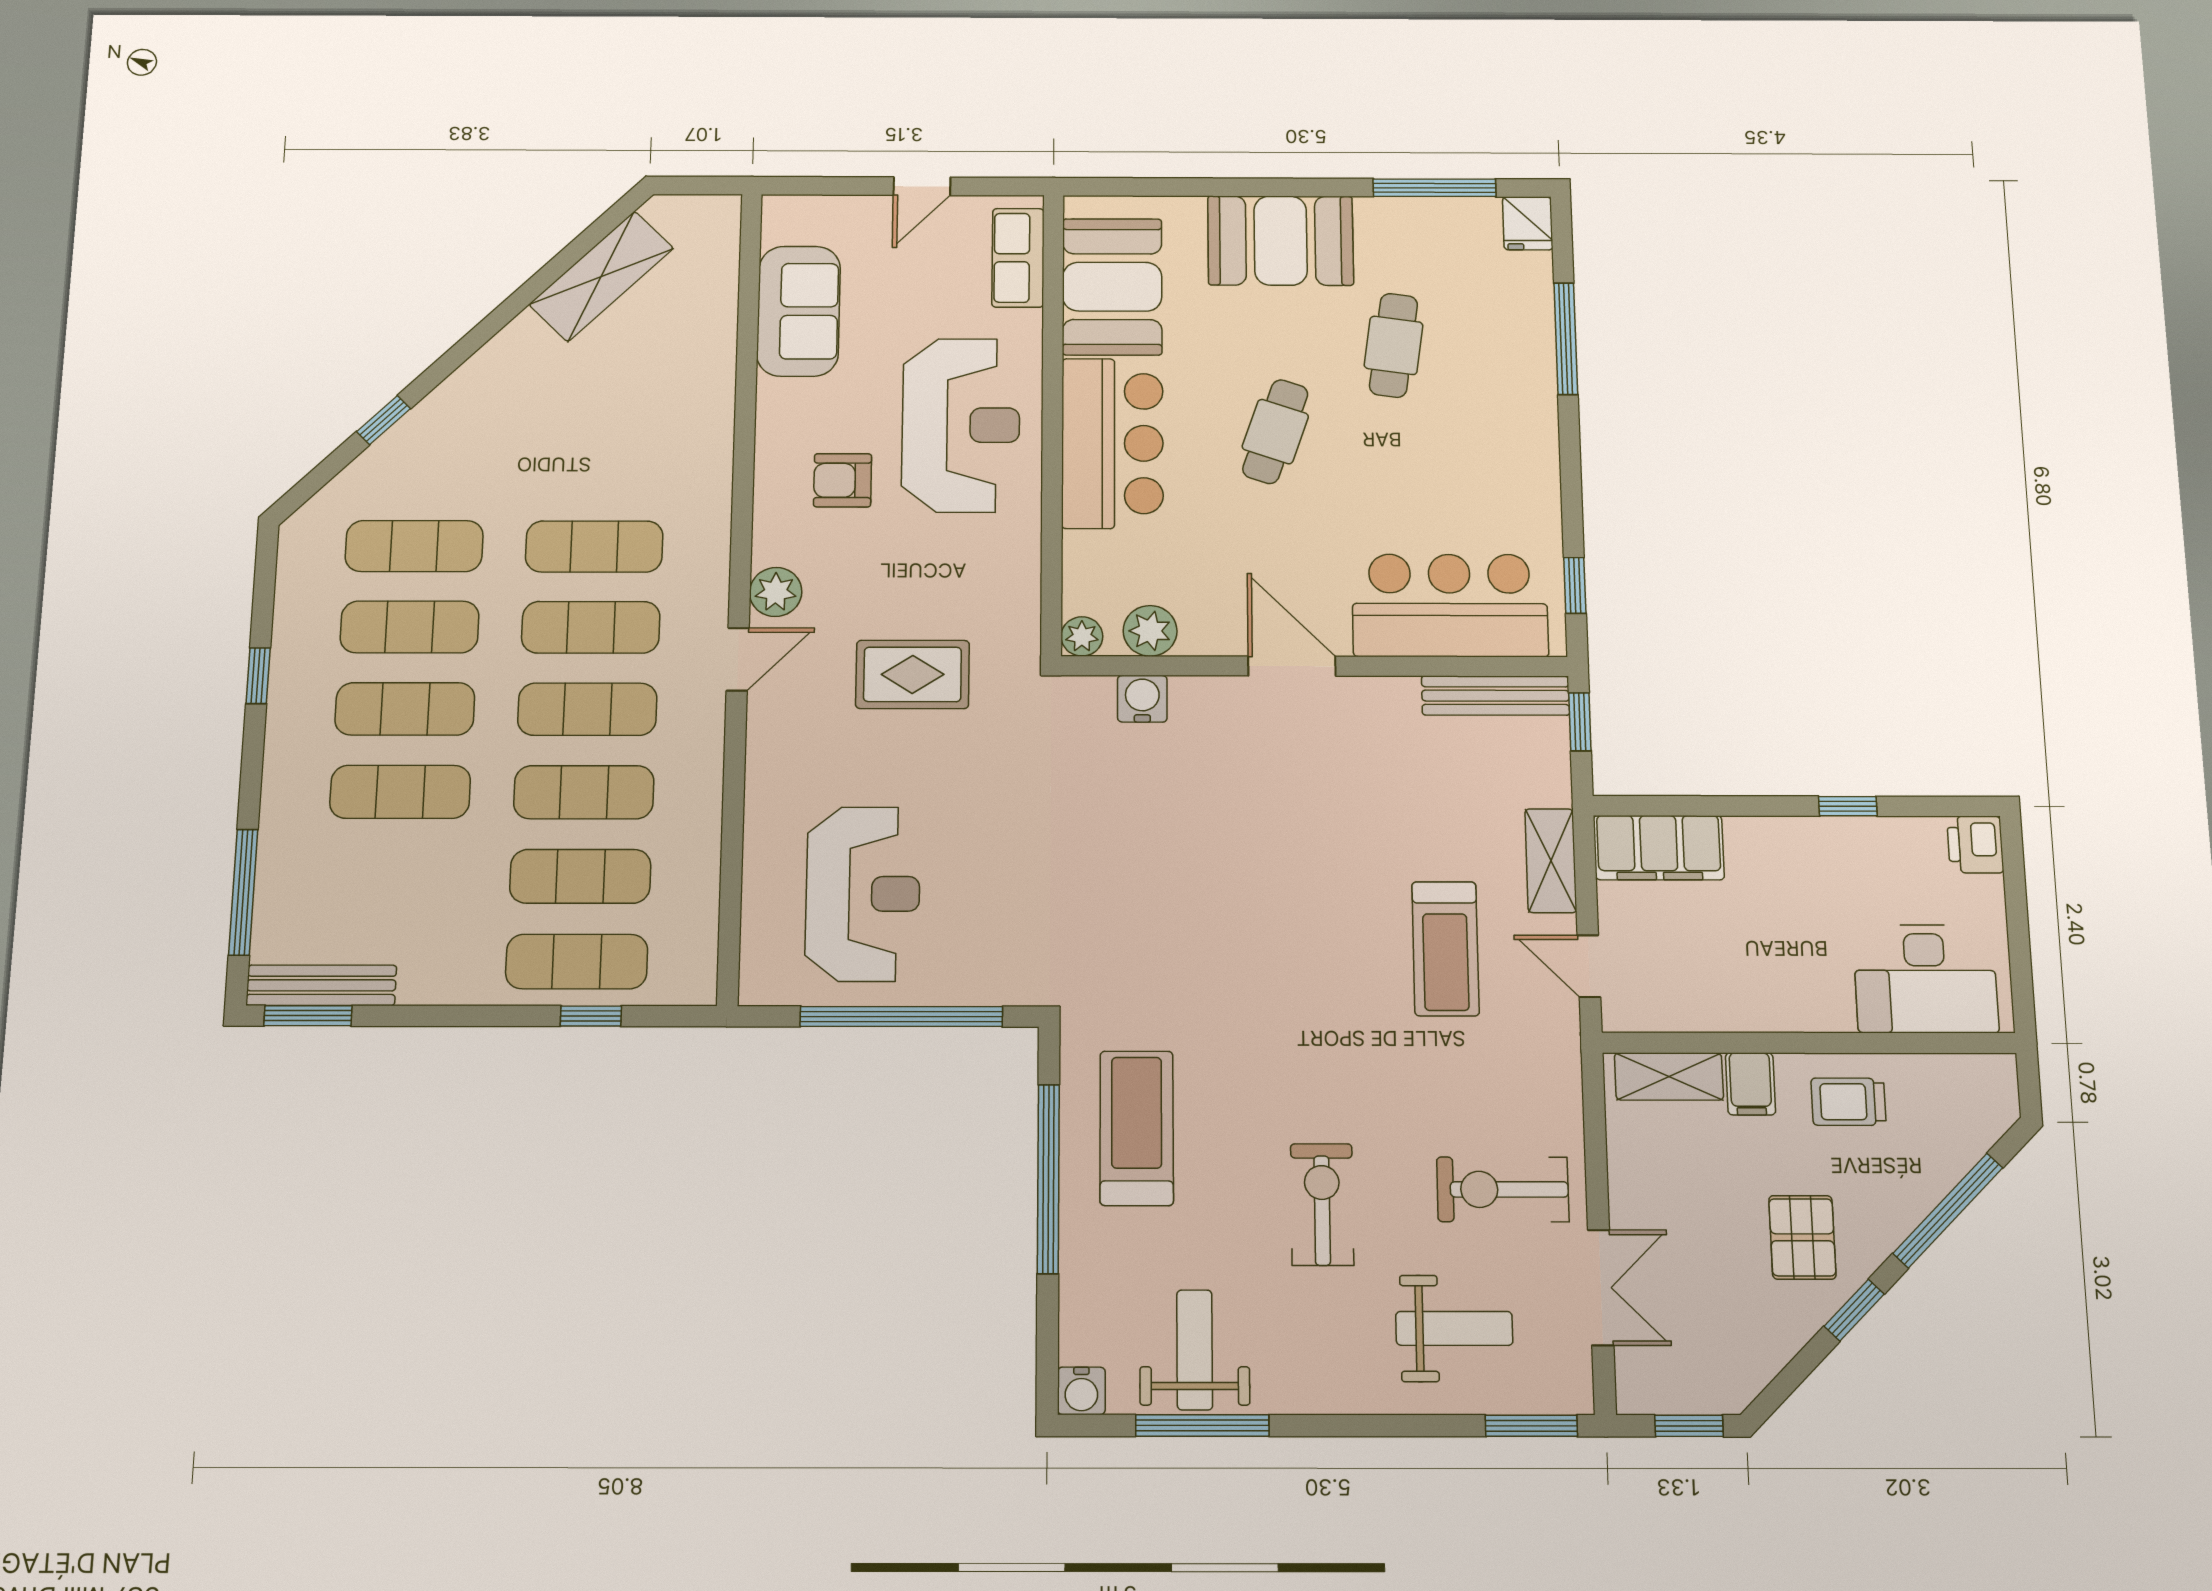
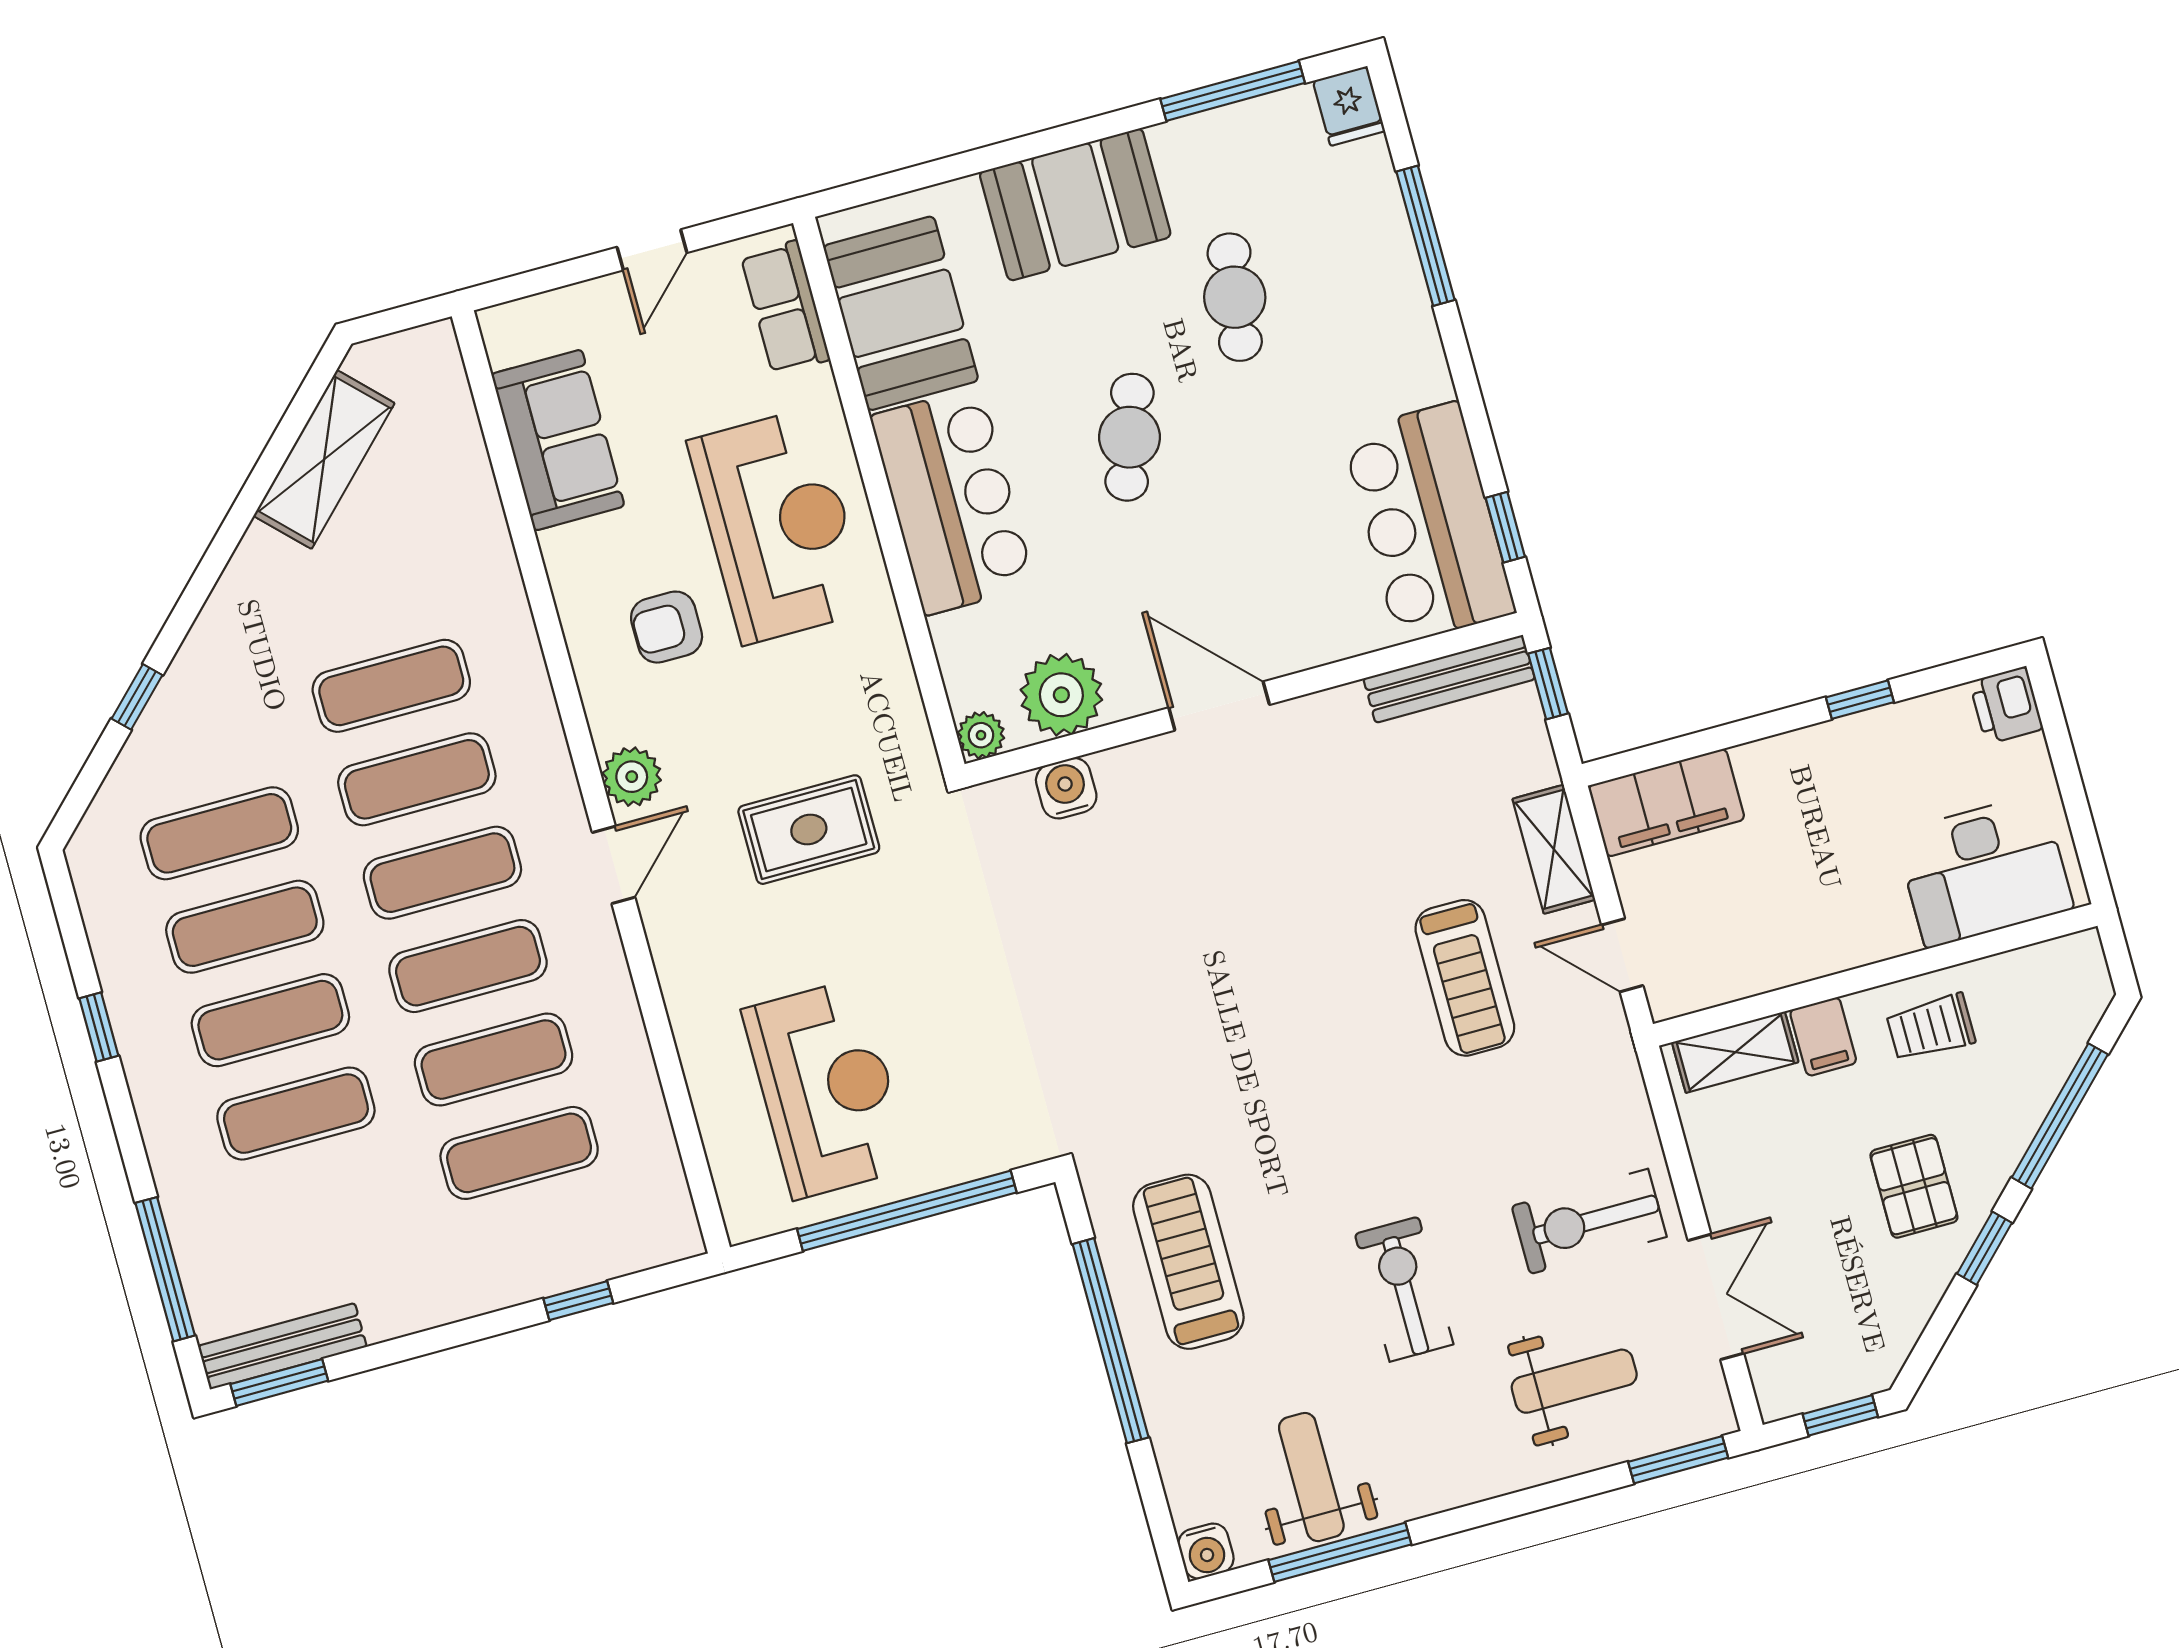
bar counter: (1450, 605) -> (1429, 523), moved, turned -90
plant: (1150, 631) -> (1061, 695), width x1.36, depth x1.36
exercise mat: (577, 962) -> (391, 686), moved

